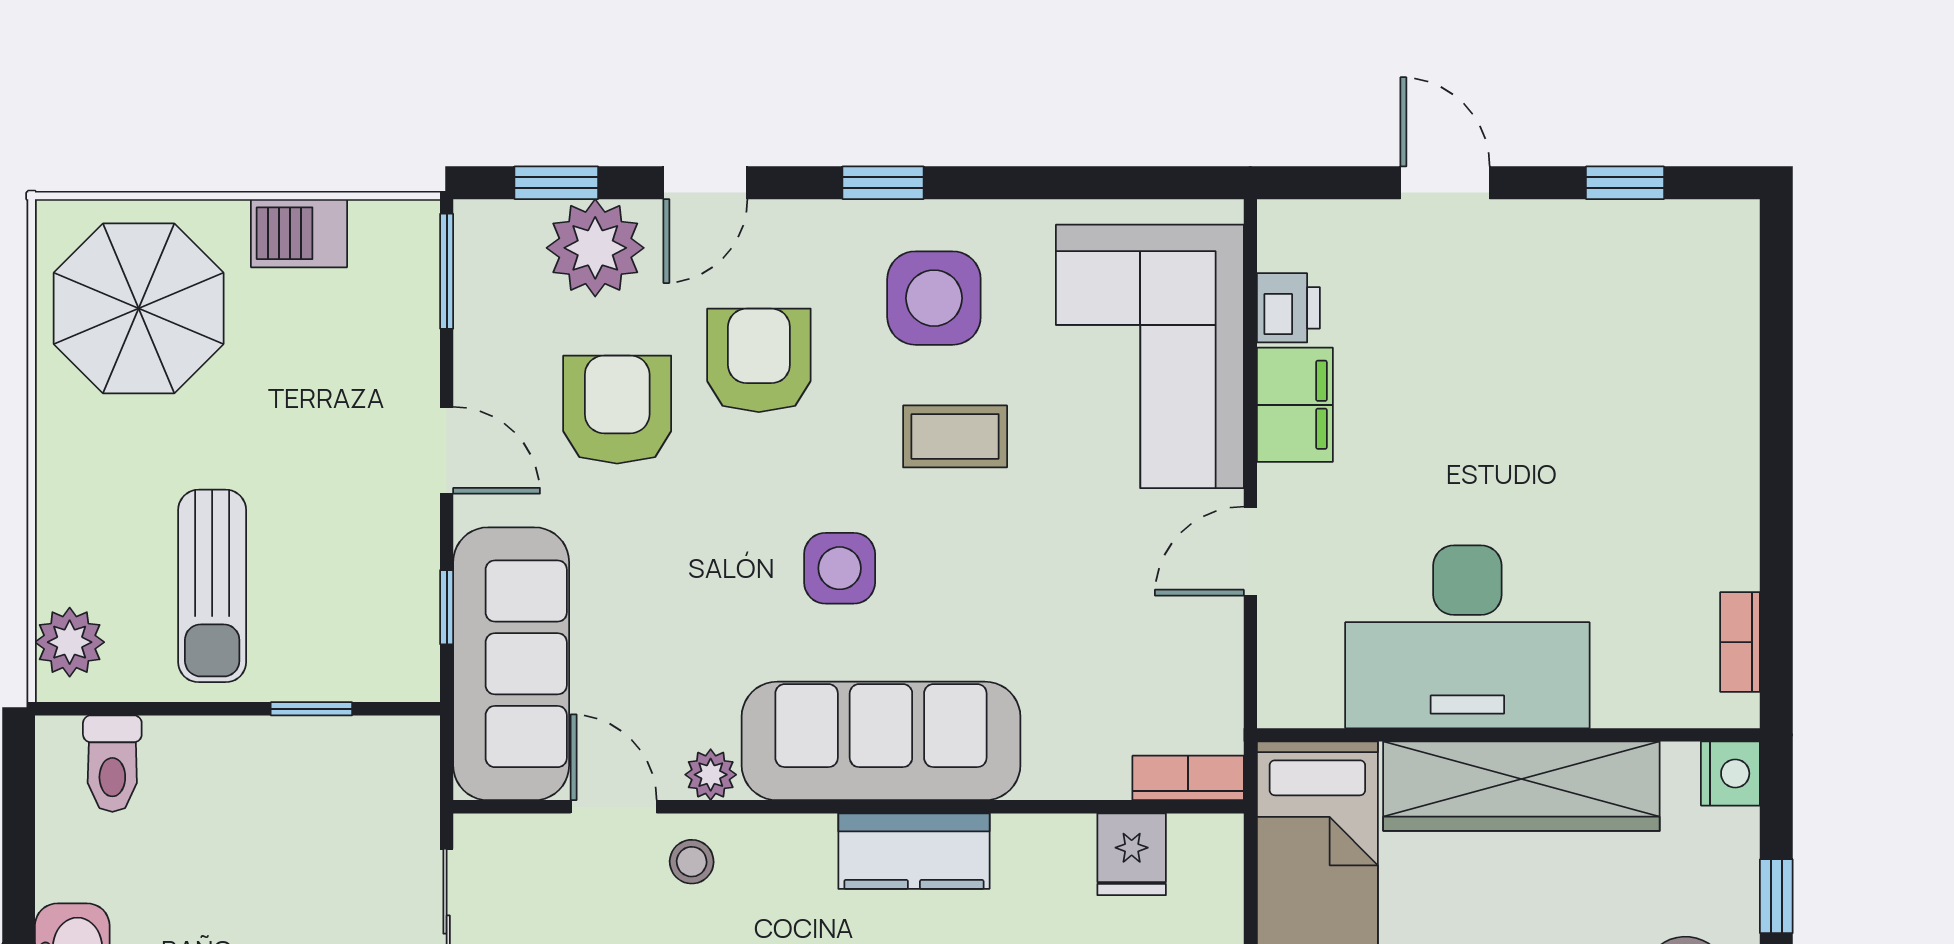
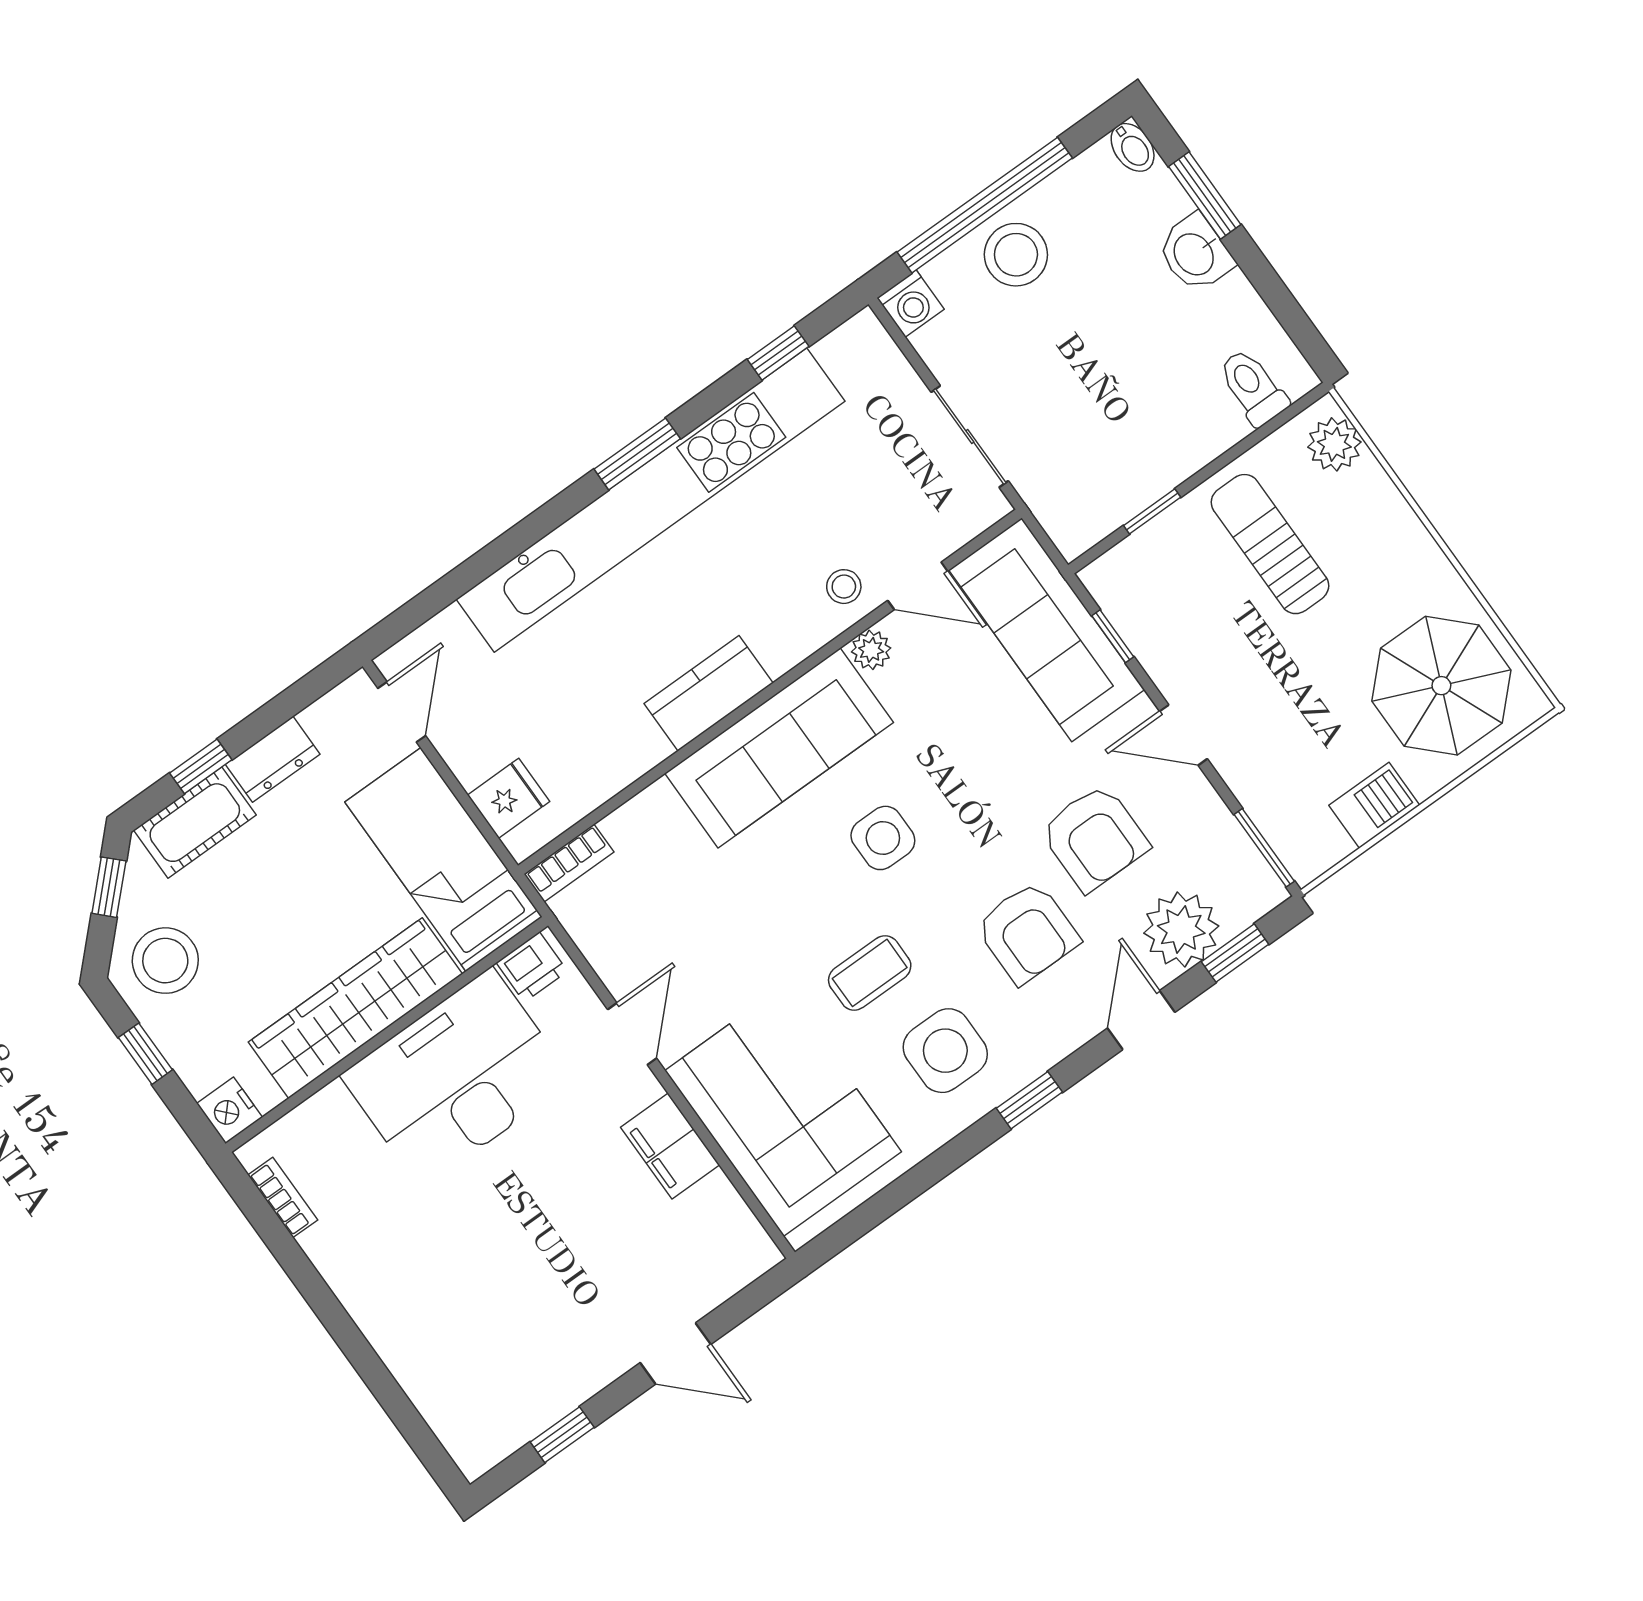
printer: (1288, 308) -> (532, 967), moved, turned -90
fridge: (1132, 854) -> (509, 798), moved, turned 90

